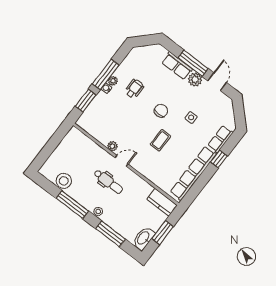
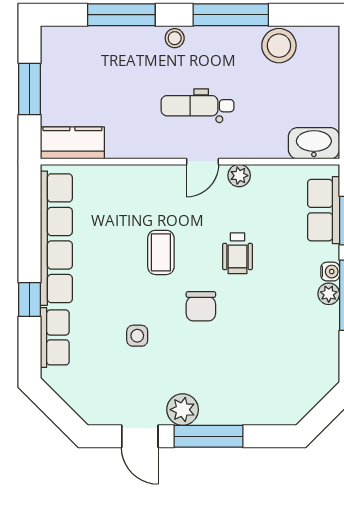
row of seats: (177, 66) -> (324, 210), moved, turned -90
wheelchair: (134, 89) -> (237, 253), moved
washbasin: (143, 238) -> (314, 143), moved, turned -90

